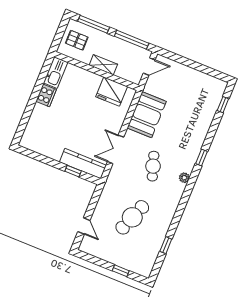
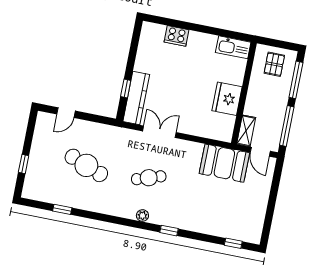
shelving: (103, 65) -> (246, 131), moved
fridge: (112, 92) -> (227, 99), moved
cooker: (46, 95) -> (176, 36), moved
booth: (147, 115) -> (224, 163), moved

